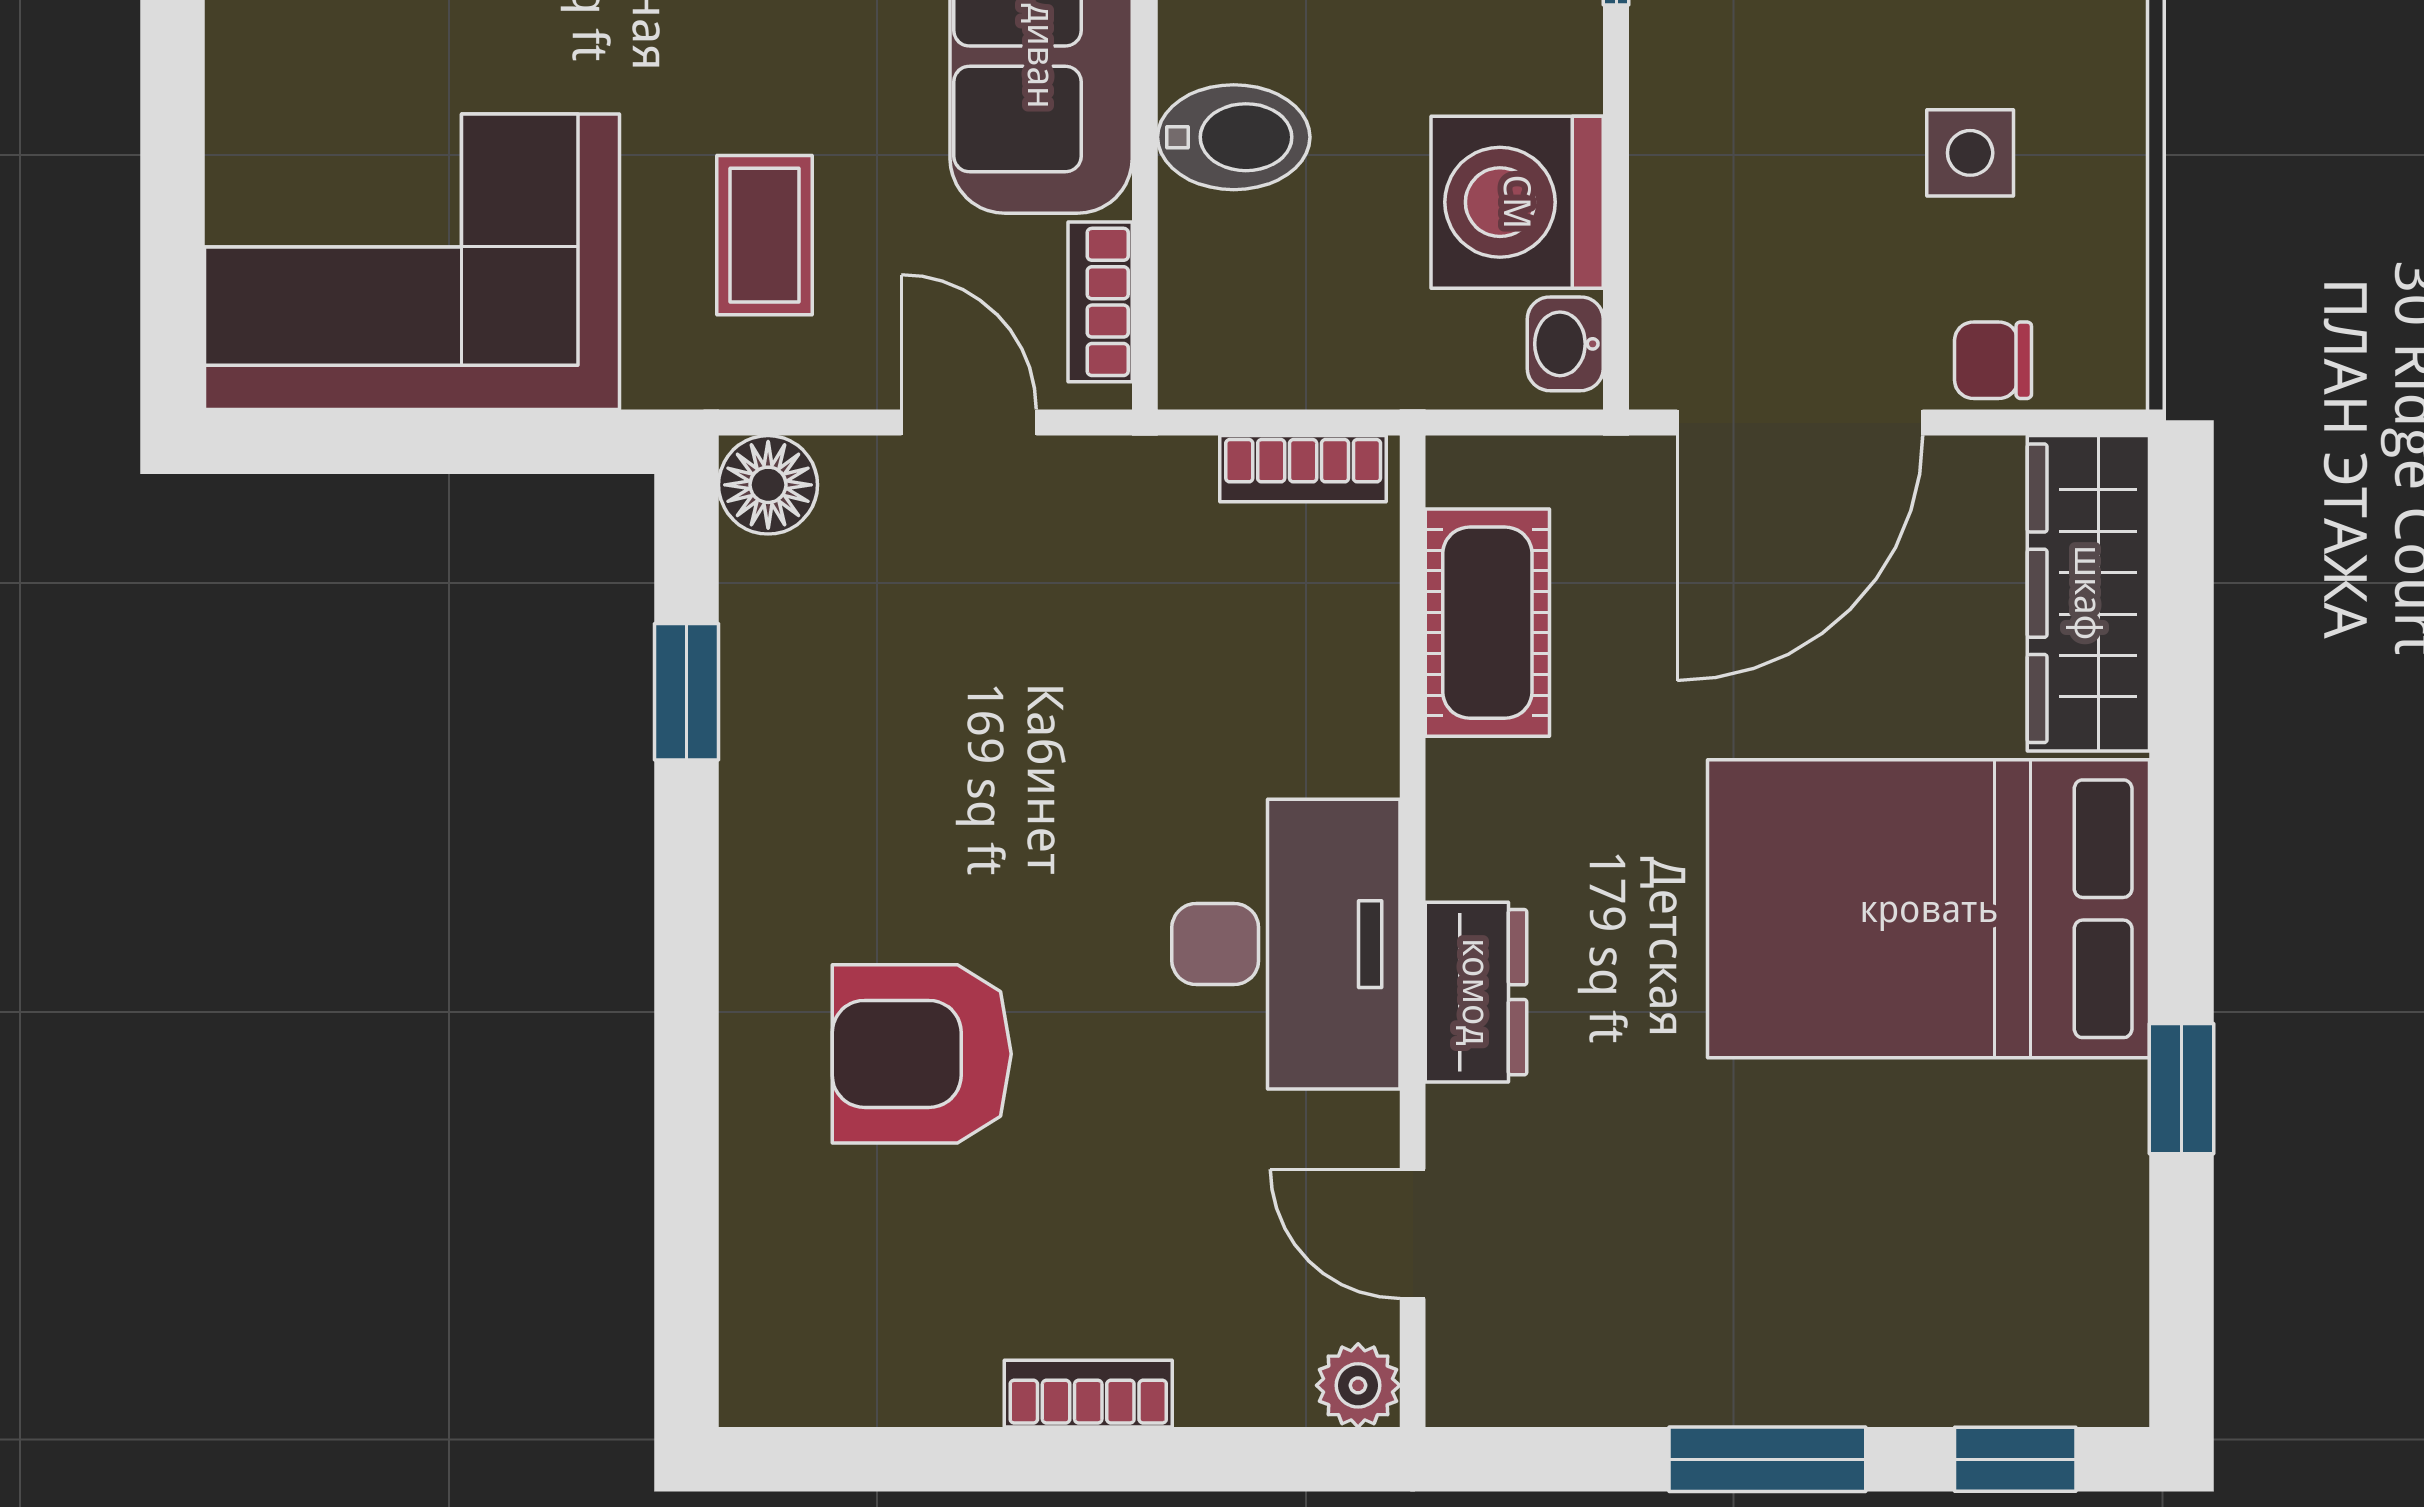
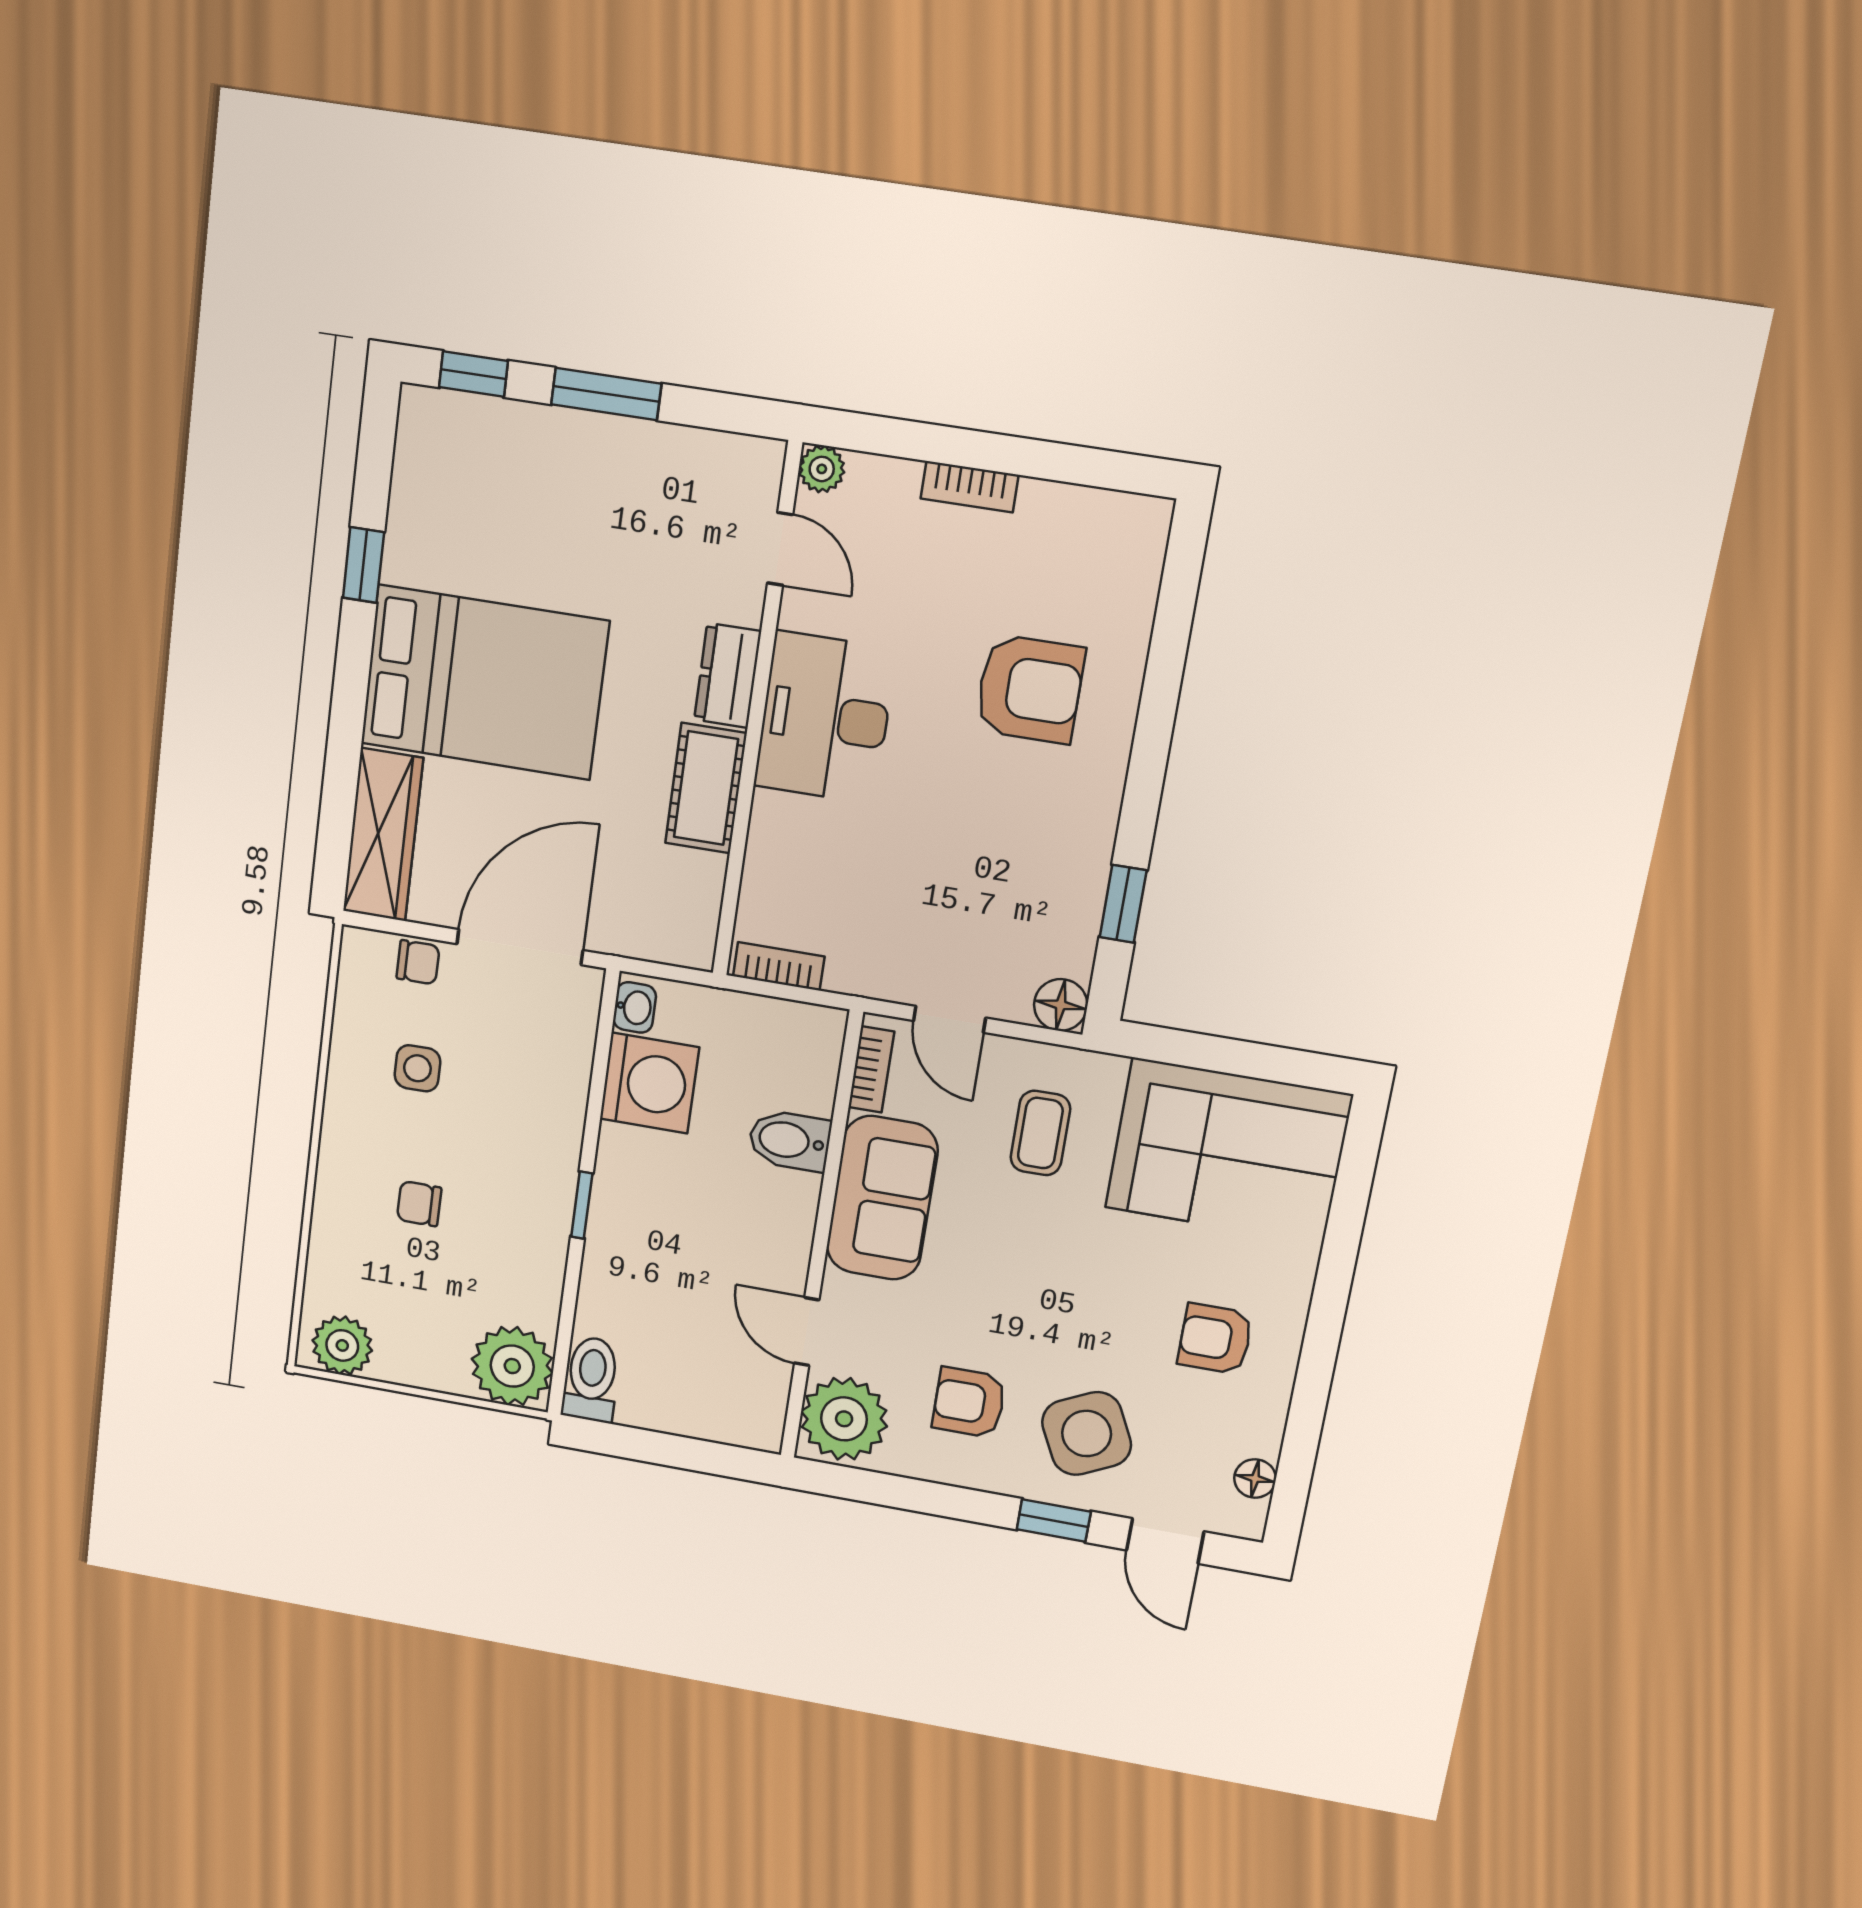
cot: (1487, 623) -> (706, 788), moved

